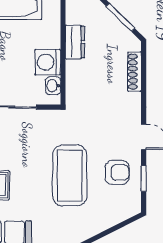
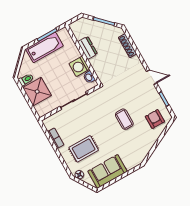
armchair: (117, 172) -> (155, 119), moved, turned -90
coffee table: (70, 175) -> (124, 119), width x0.54, depth x0.58

